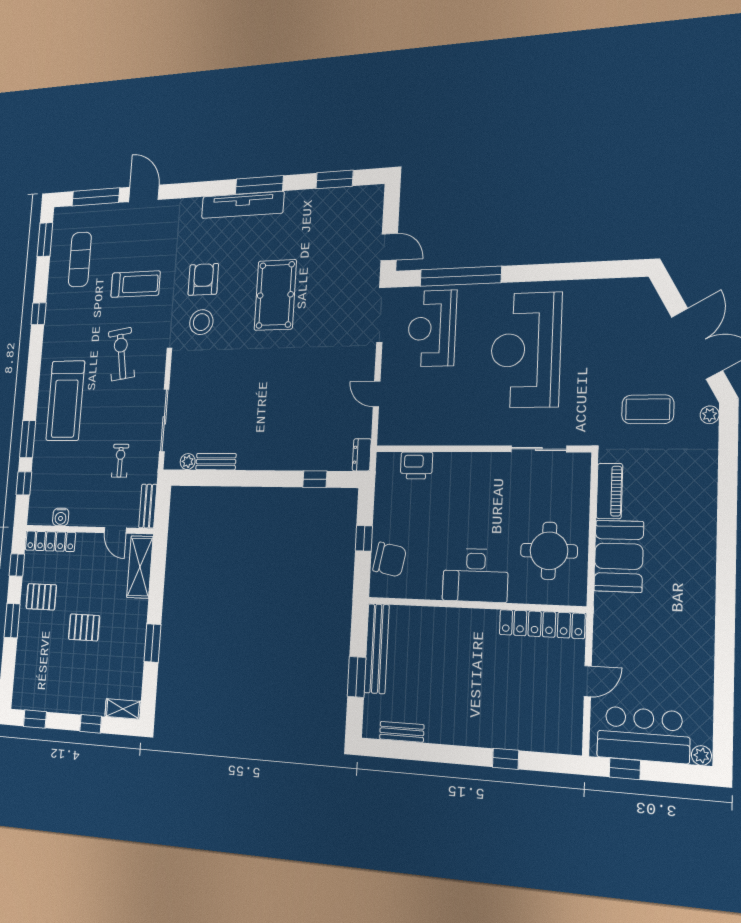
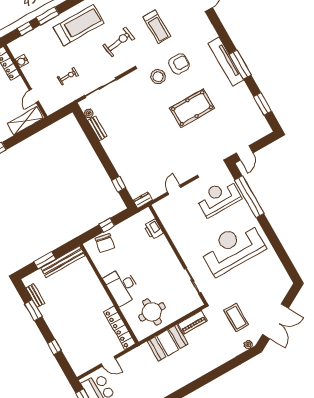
treadmill: (65, 401) -> (79, 25), turned 180
bench: (148, 506) -> (56, 106), removed
window: (423, 752) -> (33, 310), added

